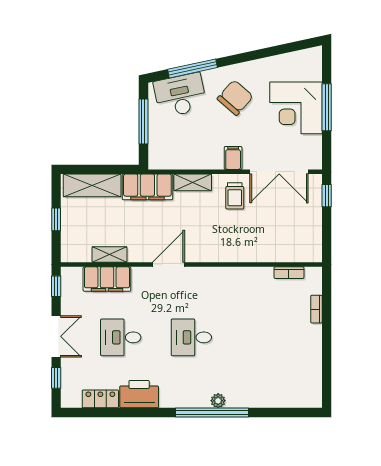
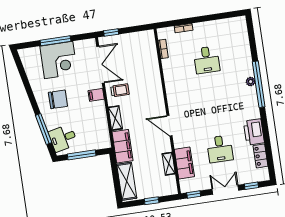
desk: (180, 95) -> (63, 138), width x0.73
chair: (235, 98) -> (58, 99), turned 139
desk: (191, 337) -> (207, 60), moved

